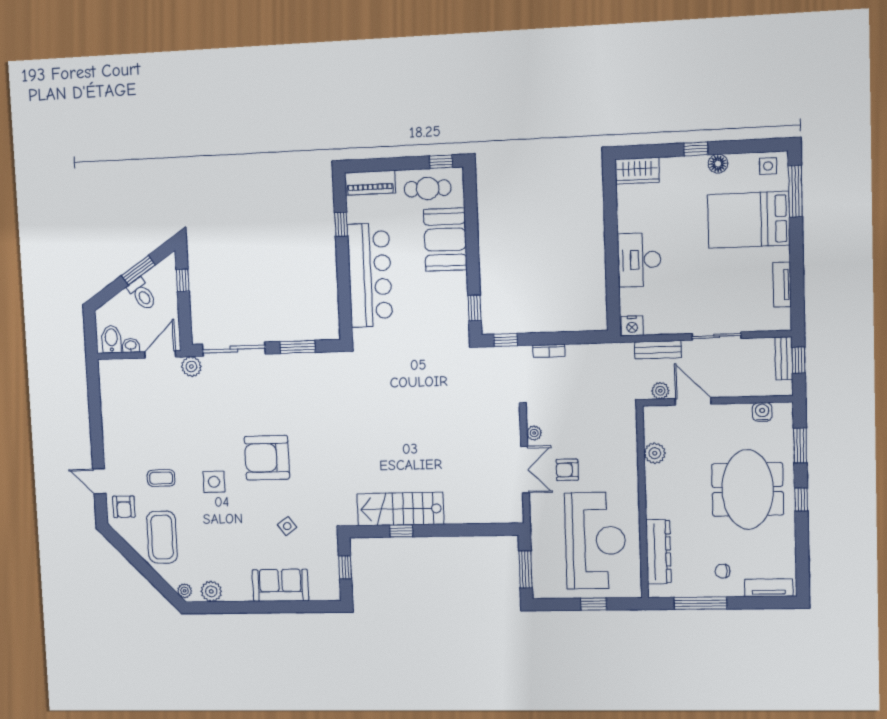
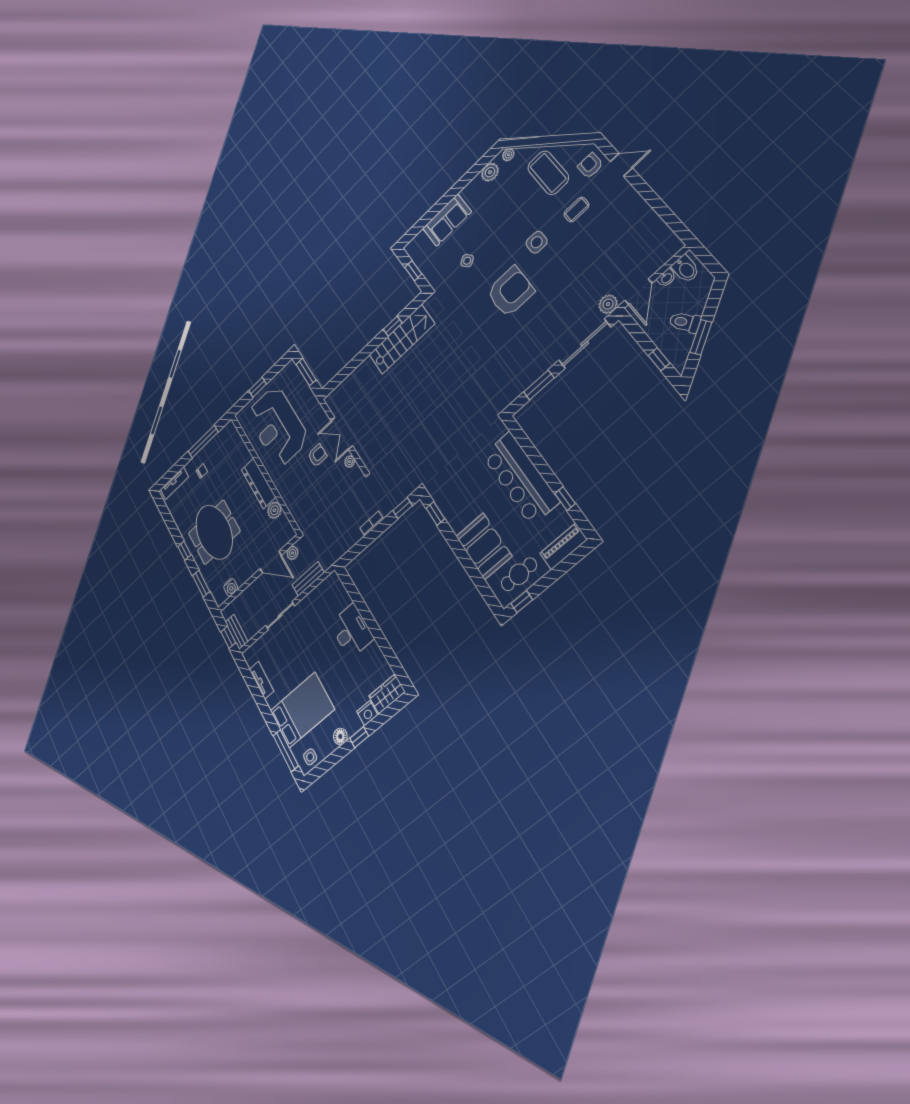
nightstand: (632, 326) -> (367, 713), moved, turned 180
dresser: (658, 552) -> (258, 483), moved

